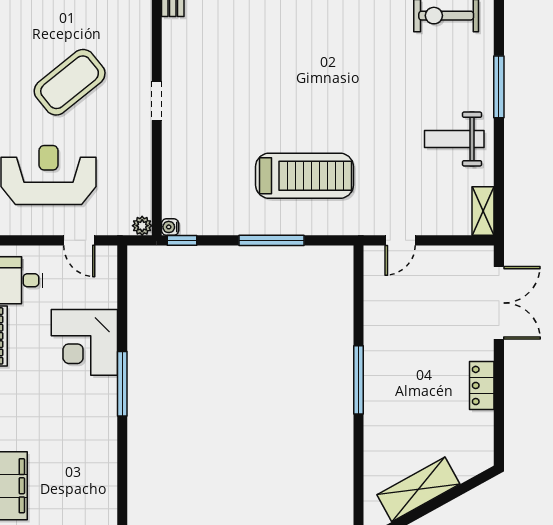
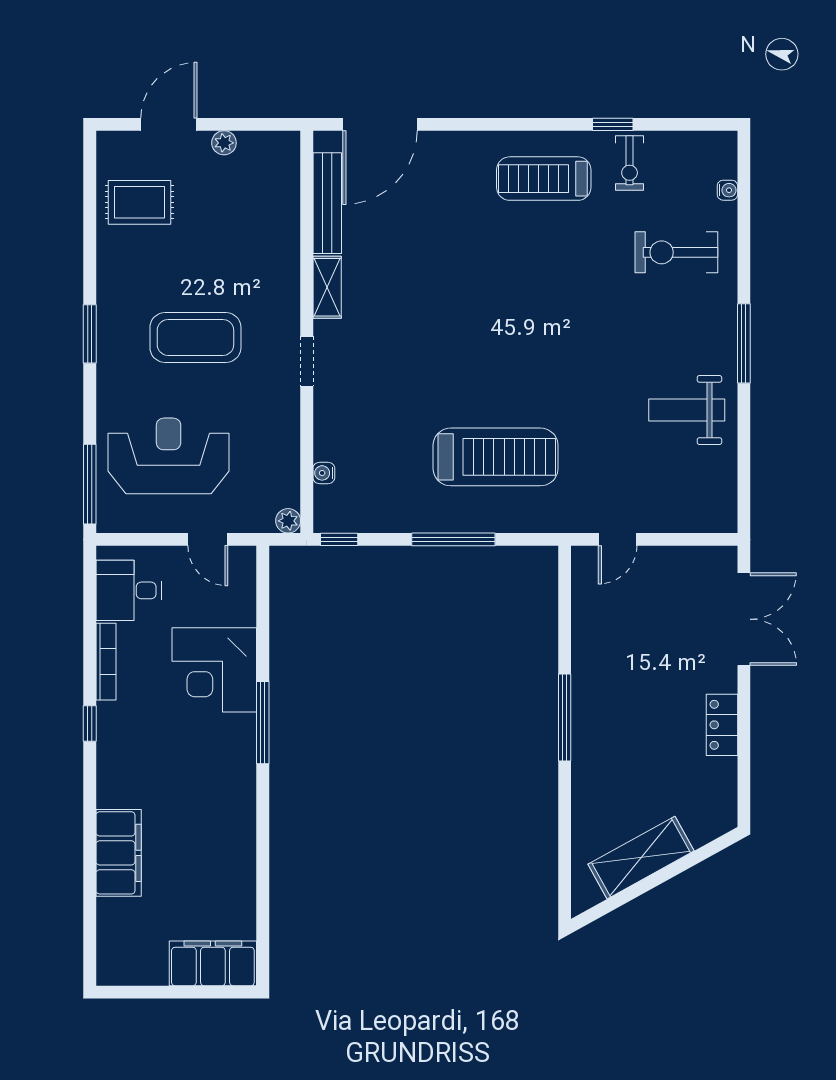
coffee table: (70, 82) -> (195, 337), turned 39
shelving: (483, 211) -> (327, 287), moved
water cooler: (170, 227) -> (324, 473), moved

